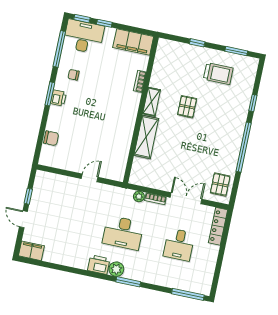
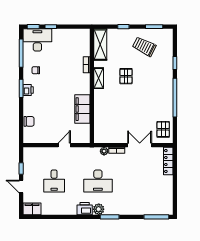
filing cabinet: (133, 42) -> (82, 109), moved, turned 90
trolley: (218, 74) -> (144, 47), turned -153
shelving: (146, 137) -> (100, 45), moved
desk: (179, 245) -> (54, 181), moved

